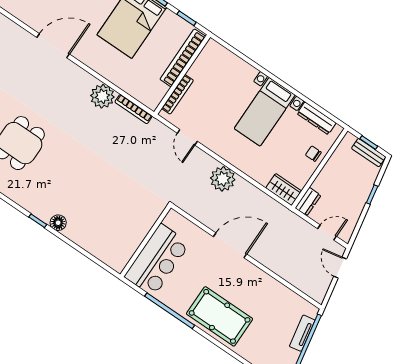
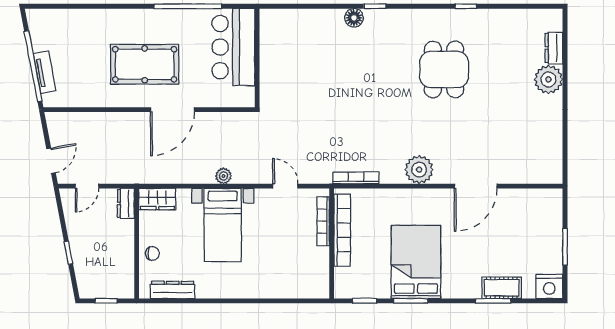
bookcase: (183, 58) -> (342, 230), moved
plant: (102, 96) -> (419, 170), moved
bed with nightstands: (265, 112) -> (223, 225), moved, turned 180
bench: (369, 153) -> (99, 291), removed
plant: (223, 179) -> (224, 176), width x0.53, depth x0.53
door: (340, 268) -> (51, 161), hinge flipped
pool table: (220, 316) -> (145, 64), moved

